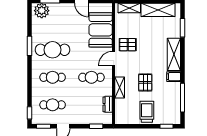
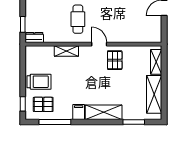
booth: (101, 30) -> (131, 30), removed
pallet: (145, 82) -> (43, 104), moved
dresser: (108, 104) -> (34, 38), moved

